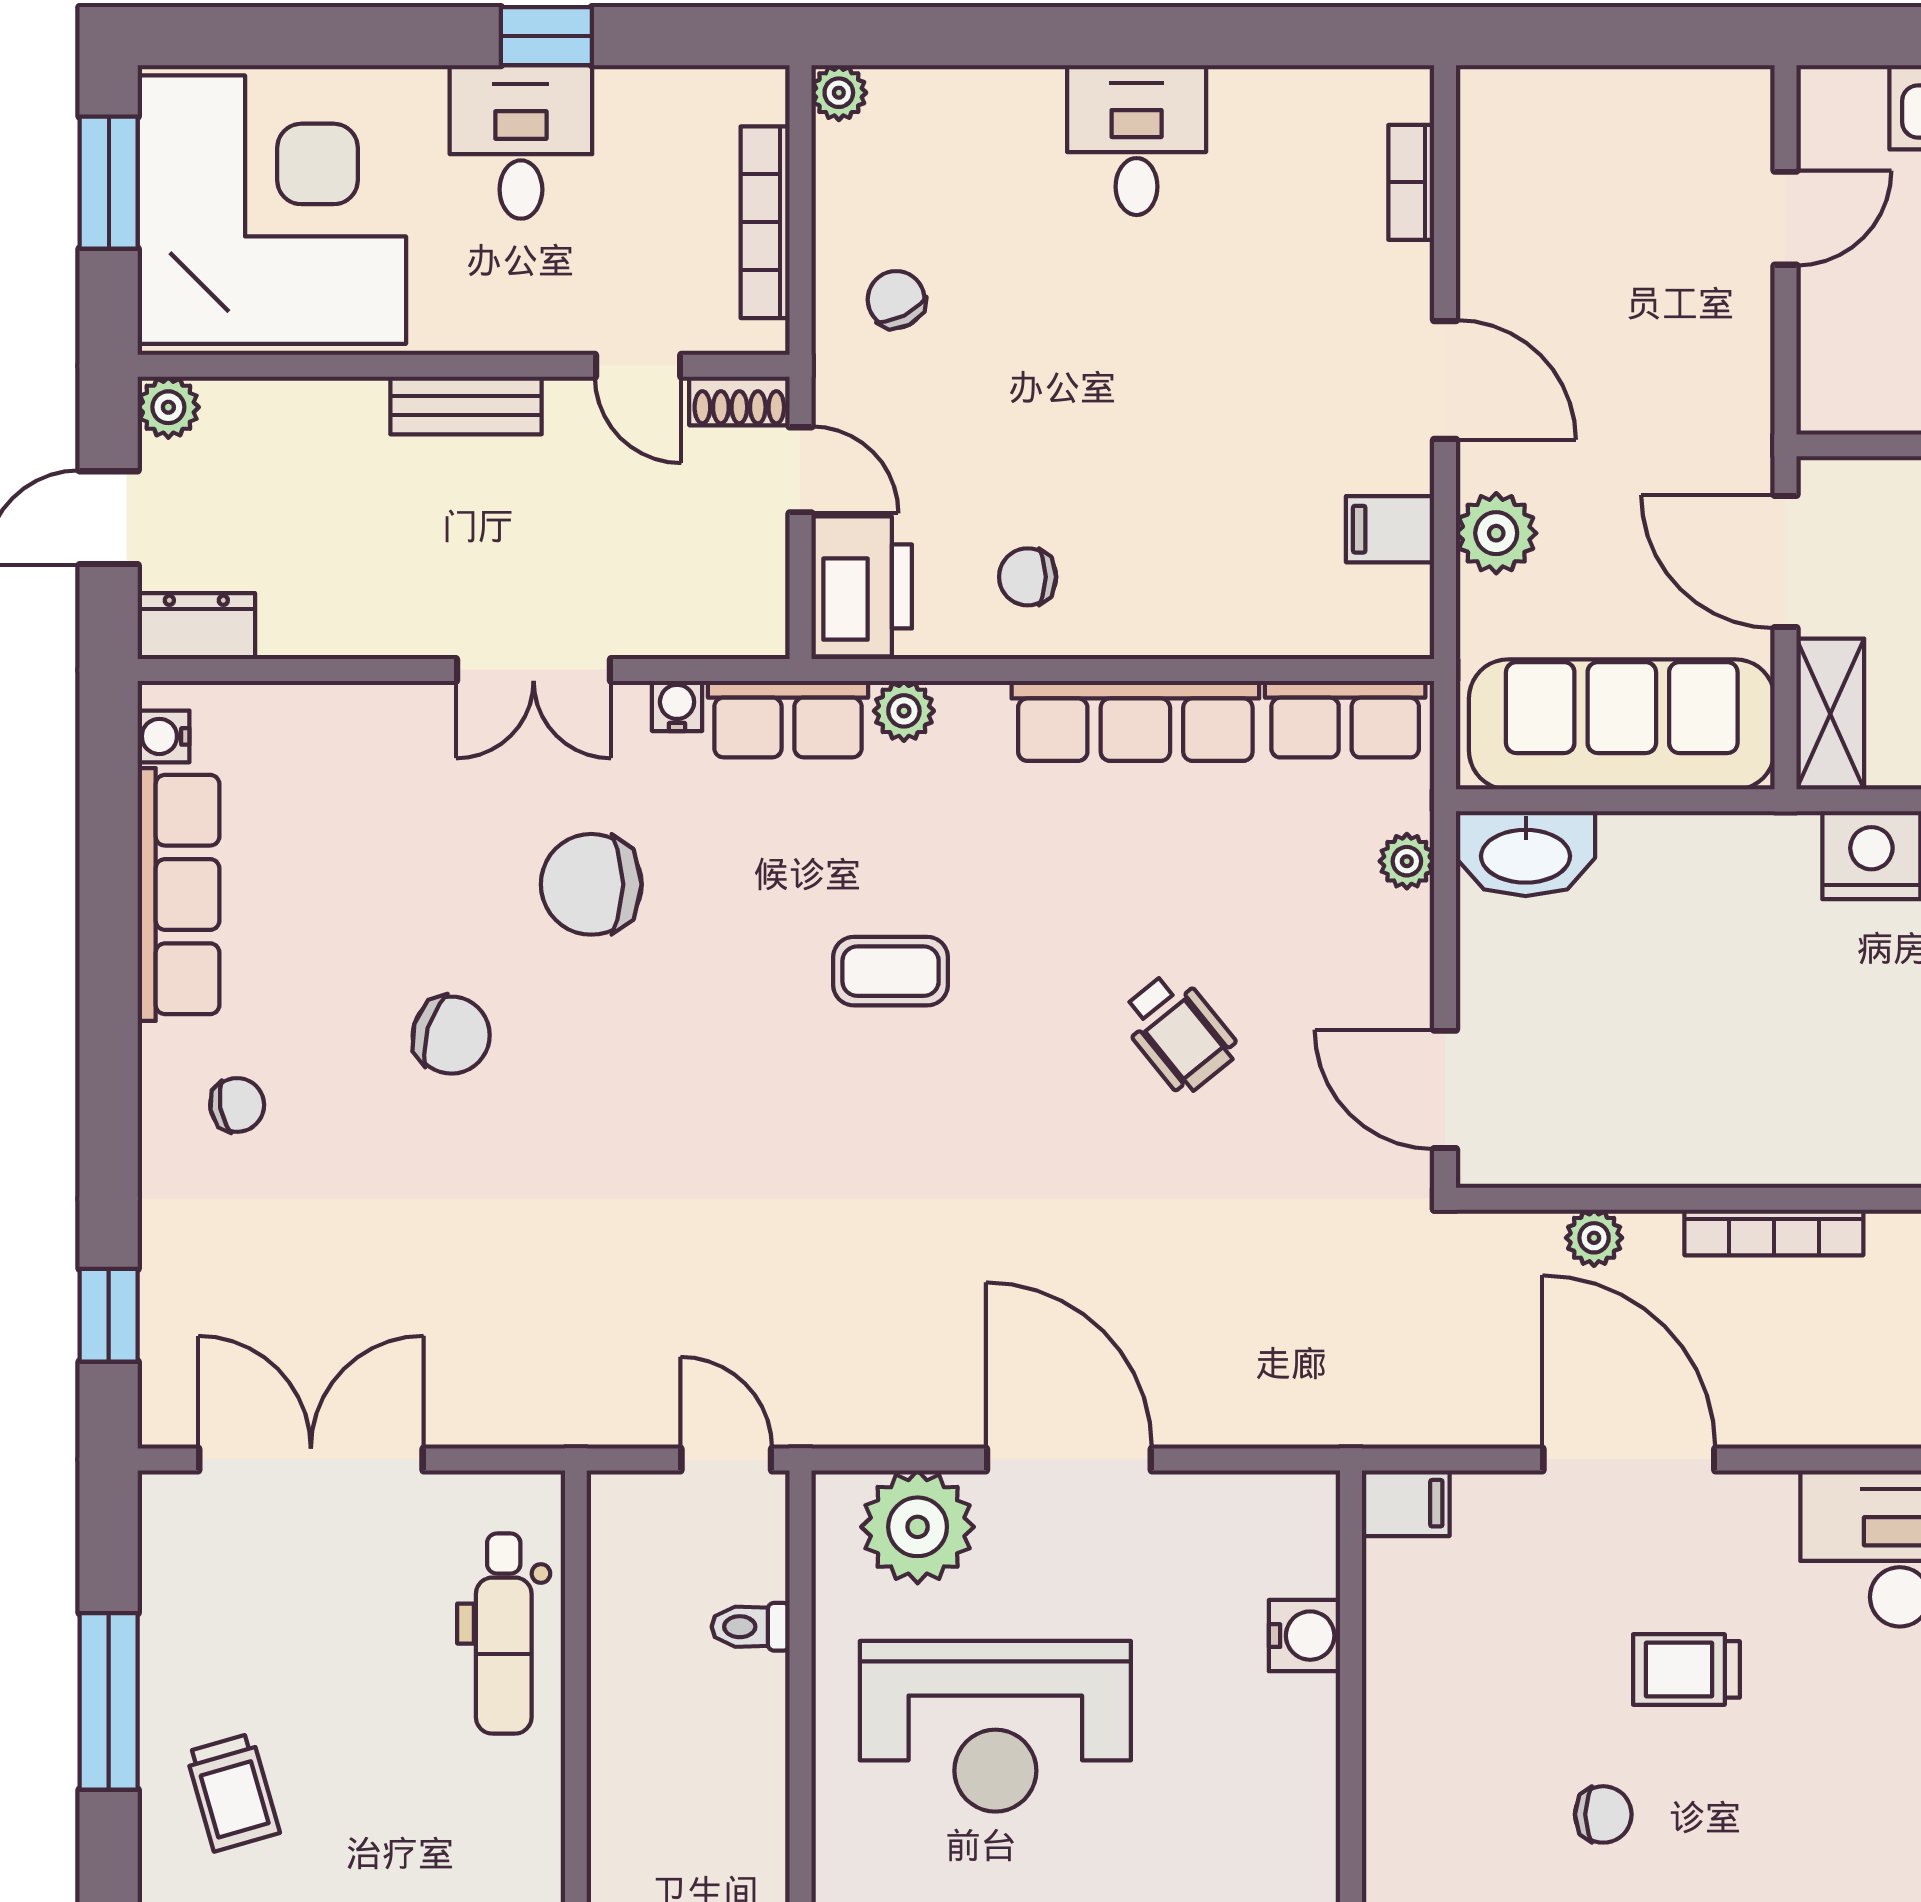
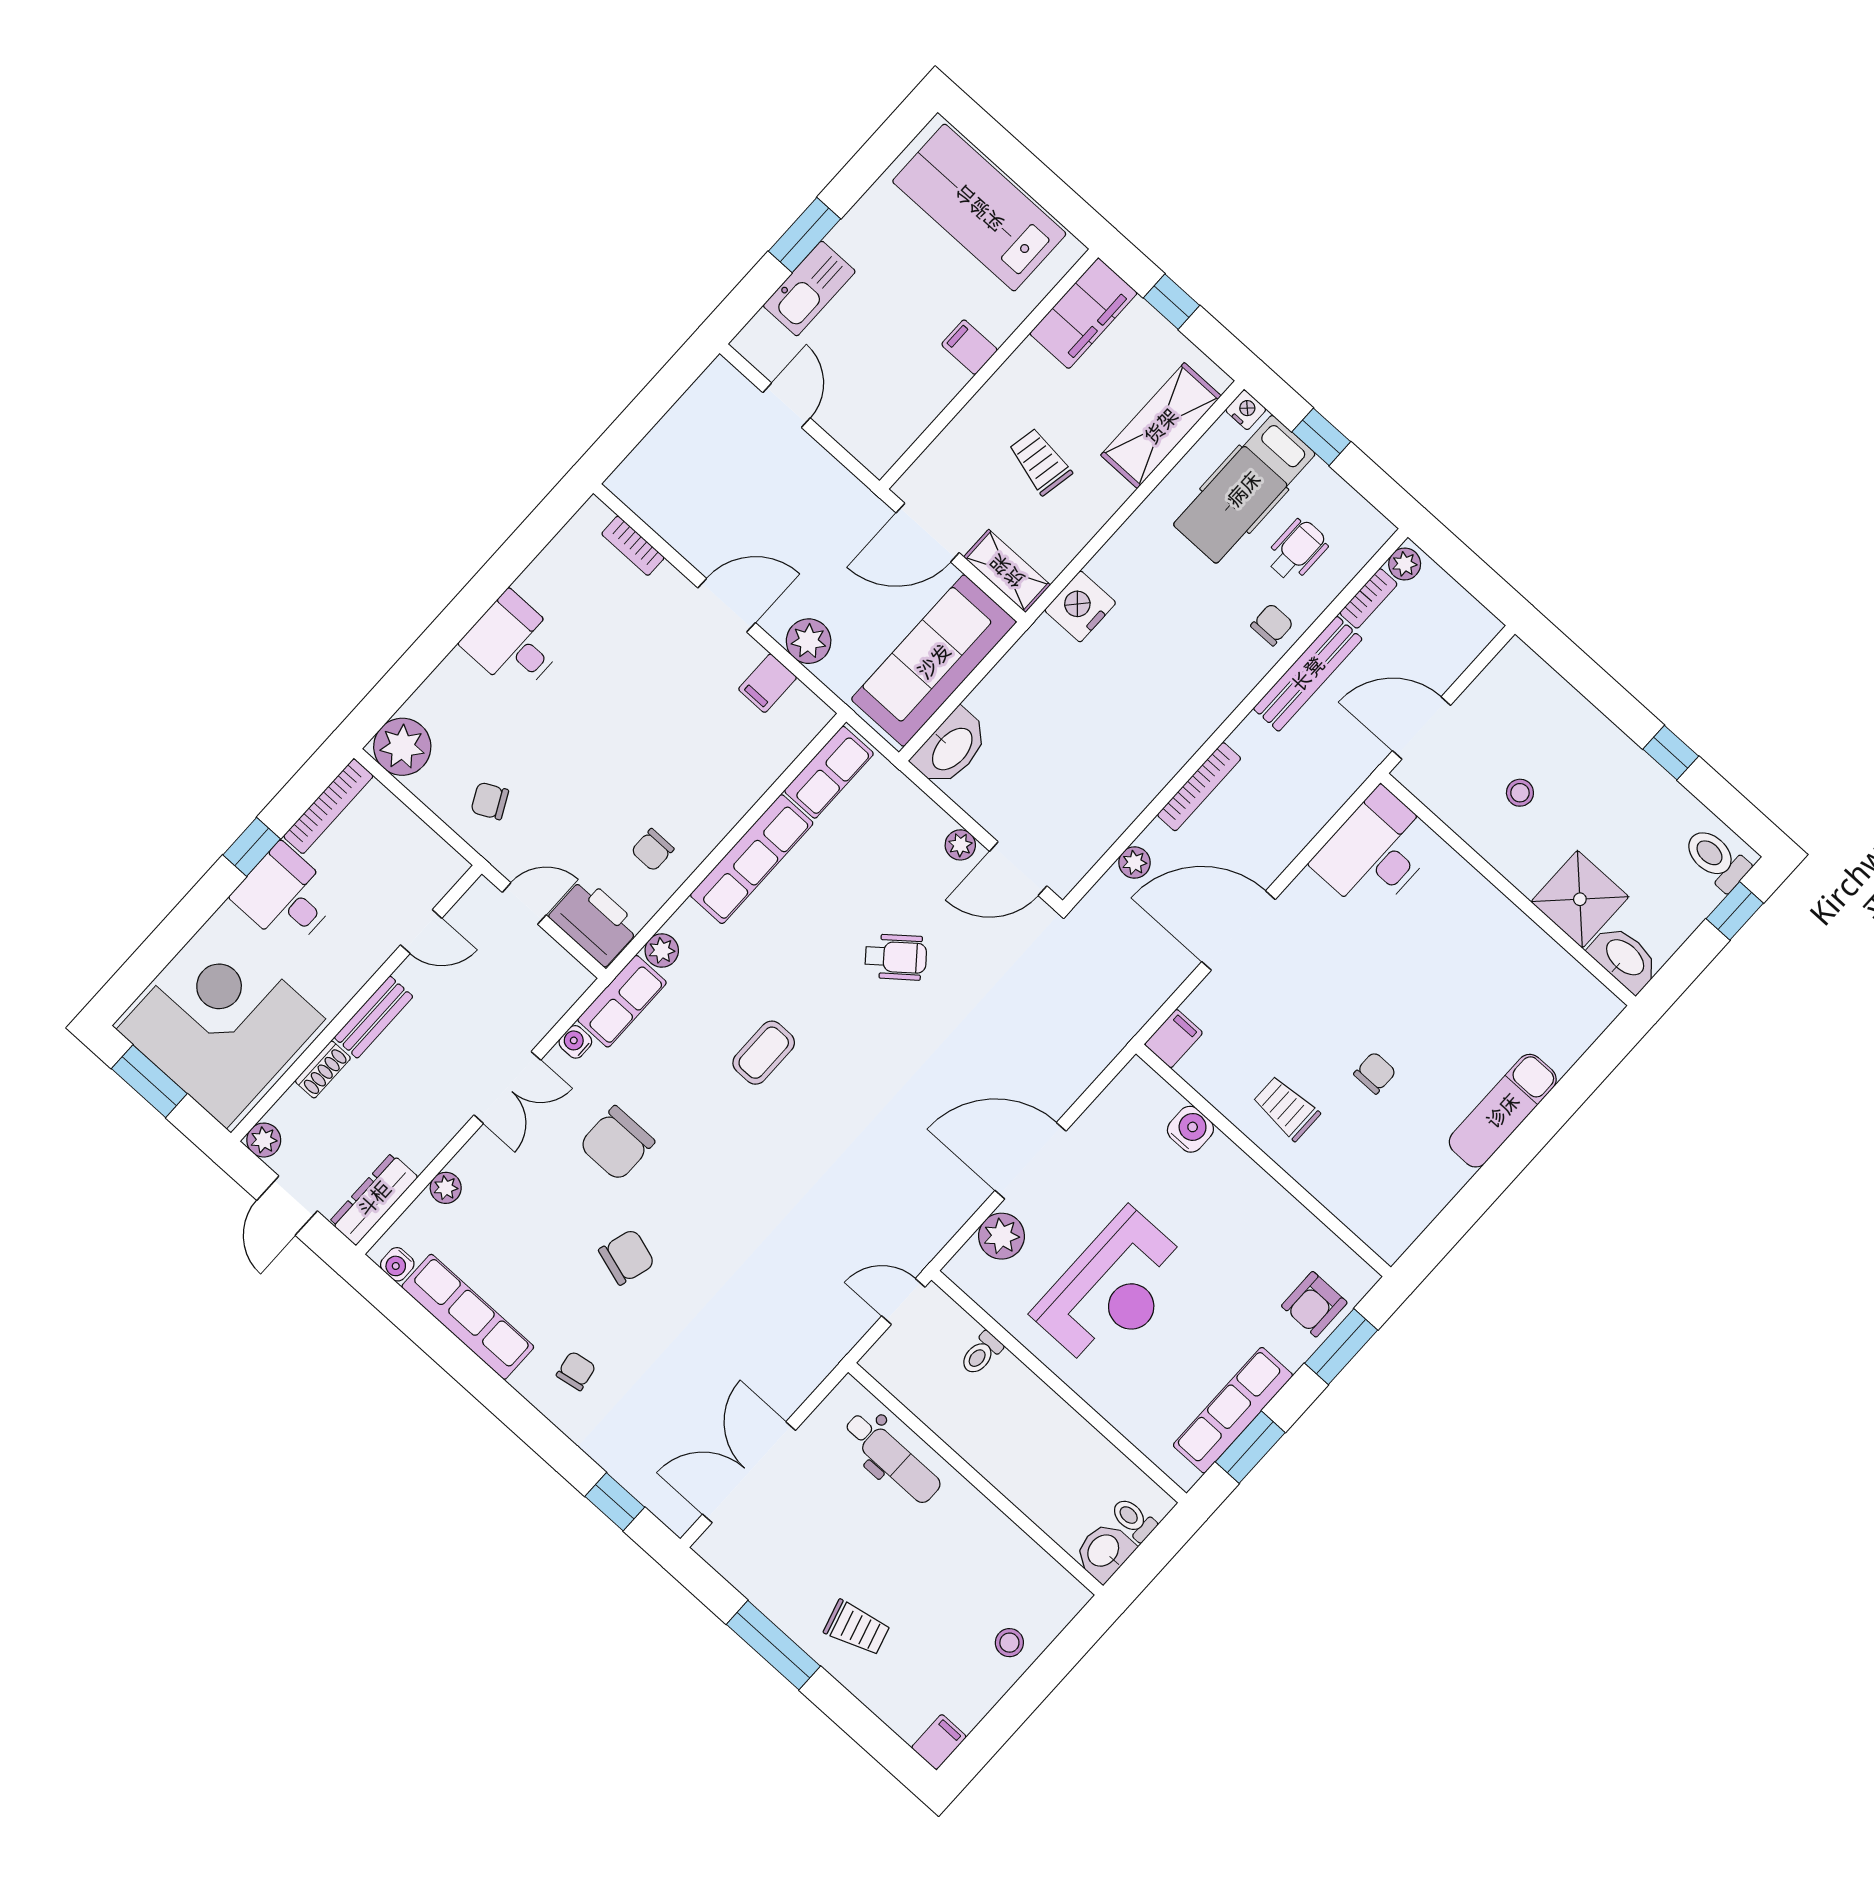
plant: (839, 93) -> (402, 747), width x1.87, depth x1.87
bookcase: (765, 222) -> (328, 806), moved, turned -90
shoe rack: (739, 401) -> (323, 1070), moved
dresser: (196, 626) -> (374, 1199), width x1.44
plant: (325, 709) -> (446, 1188), added
plant: (1407, 861) -> (960, 845), moved
plant: (918, 1527) -> (1001, 1236), width x0.73, depth x0.73
trolley: (1686, 1669) -> (1286, 1108), moved, turned 90

